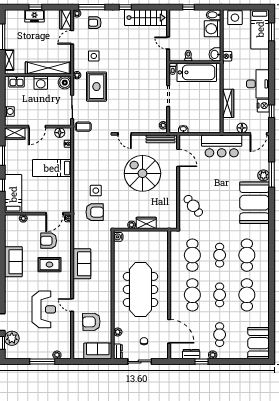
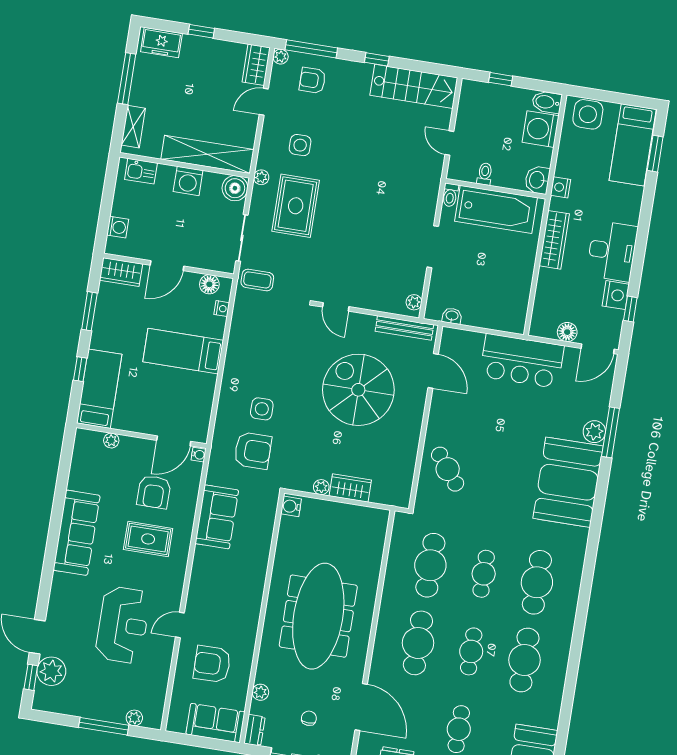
freezer: (34, 16) -> (161, 43), moved
wardrobe: (228, 103) -> (554, 240), moved
armchair: (49, 241) -> (154, 492), turned -90
sofa: (13, 262) -> (77, 533), width x1.36
sofa: (82, 264) -> (217, 517), moved
door: (72, 305) -> (180, 625), hinge flipped

